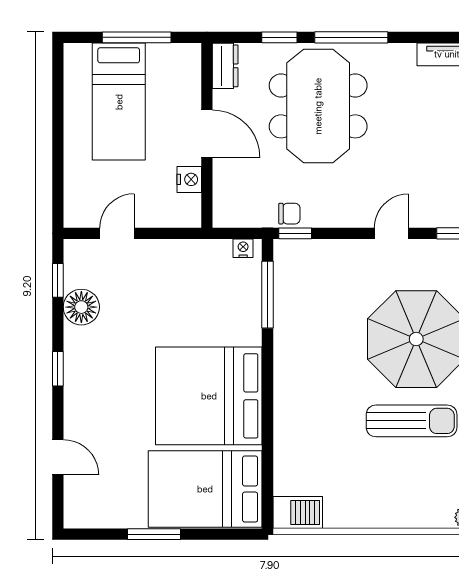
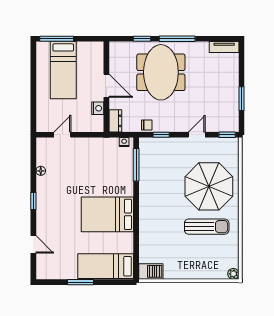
window: (137, 37) -> (57, 39), moved
dresser: (225, 66) -> (115, 121), moved
window: (295, 233) -> (161, 135), moved
window: (58, 280) -> (33, 158), removed
floor lamp: (81, 307) -> (41, 171), width x0.53, depth x0.53
bed: (209, 396) -> (107, 214), width x0.73
bed: (205, 489) -> (106, 266), width x0.67

